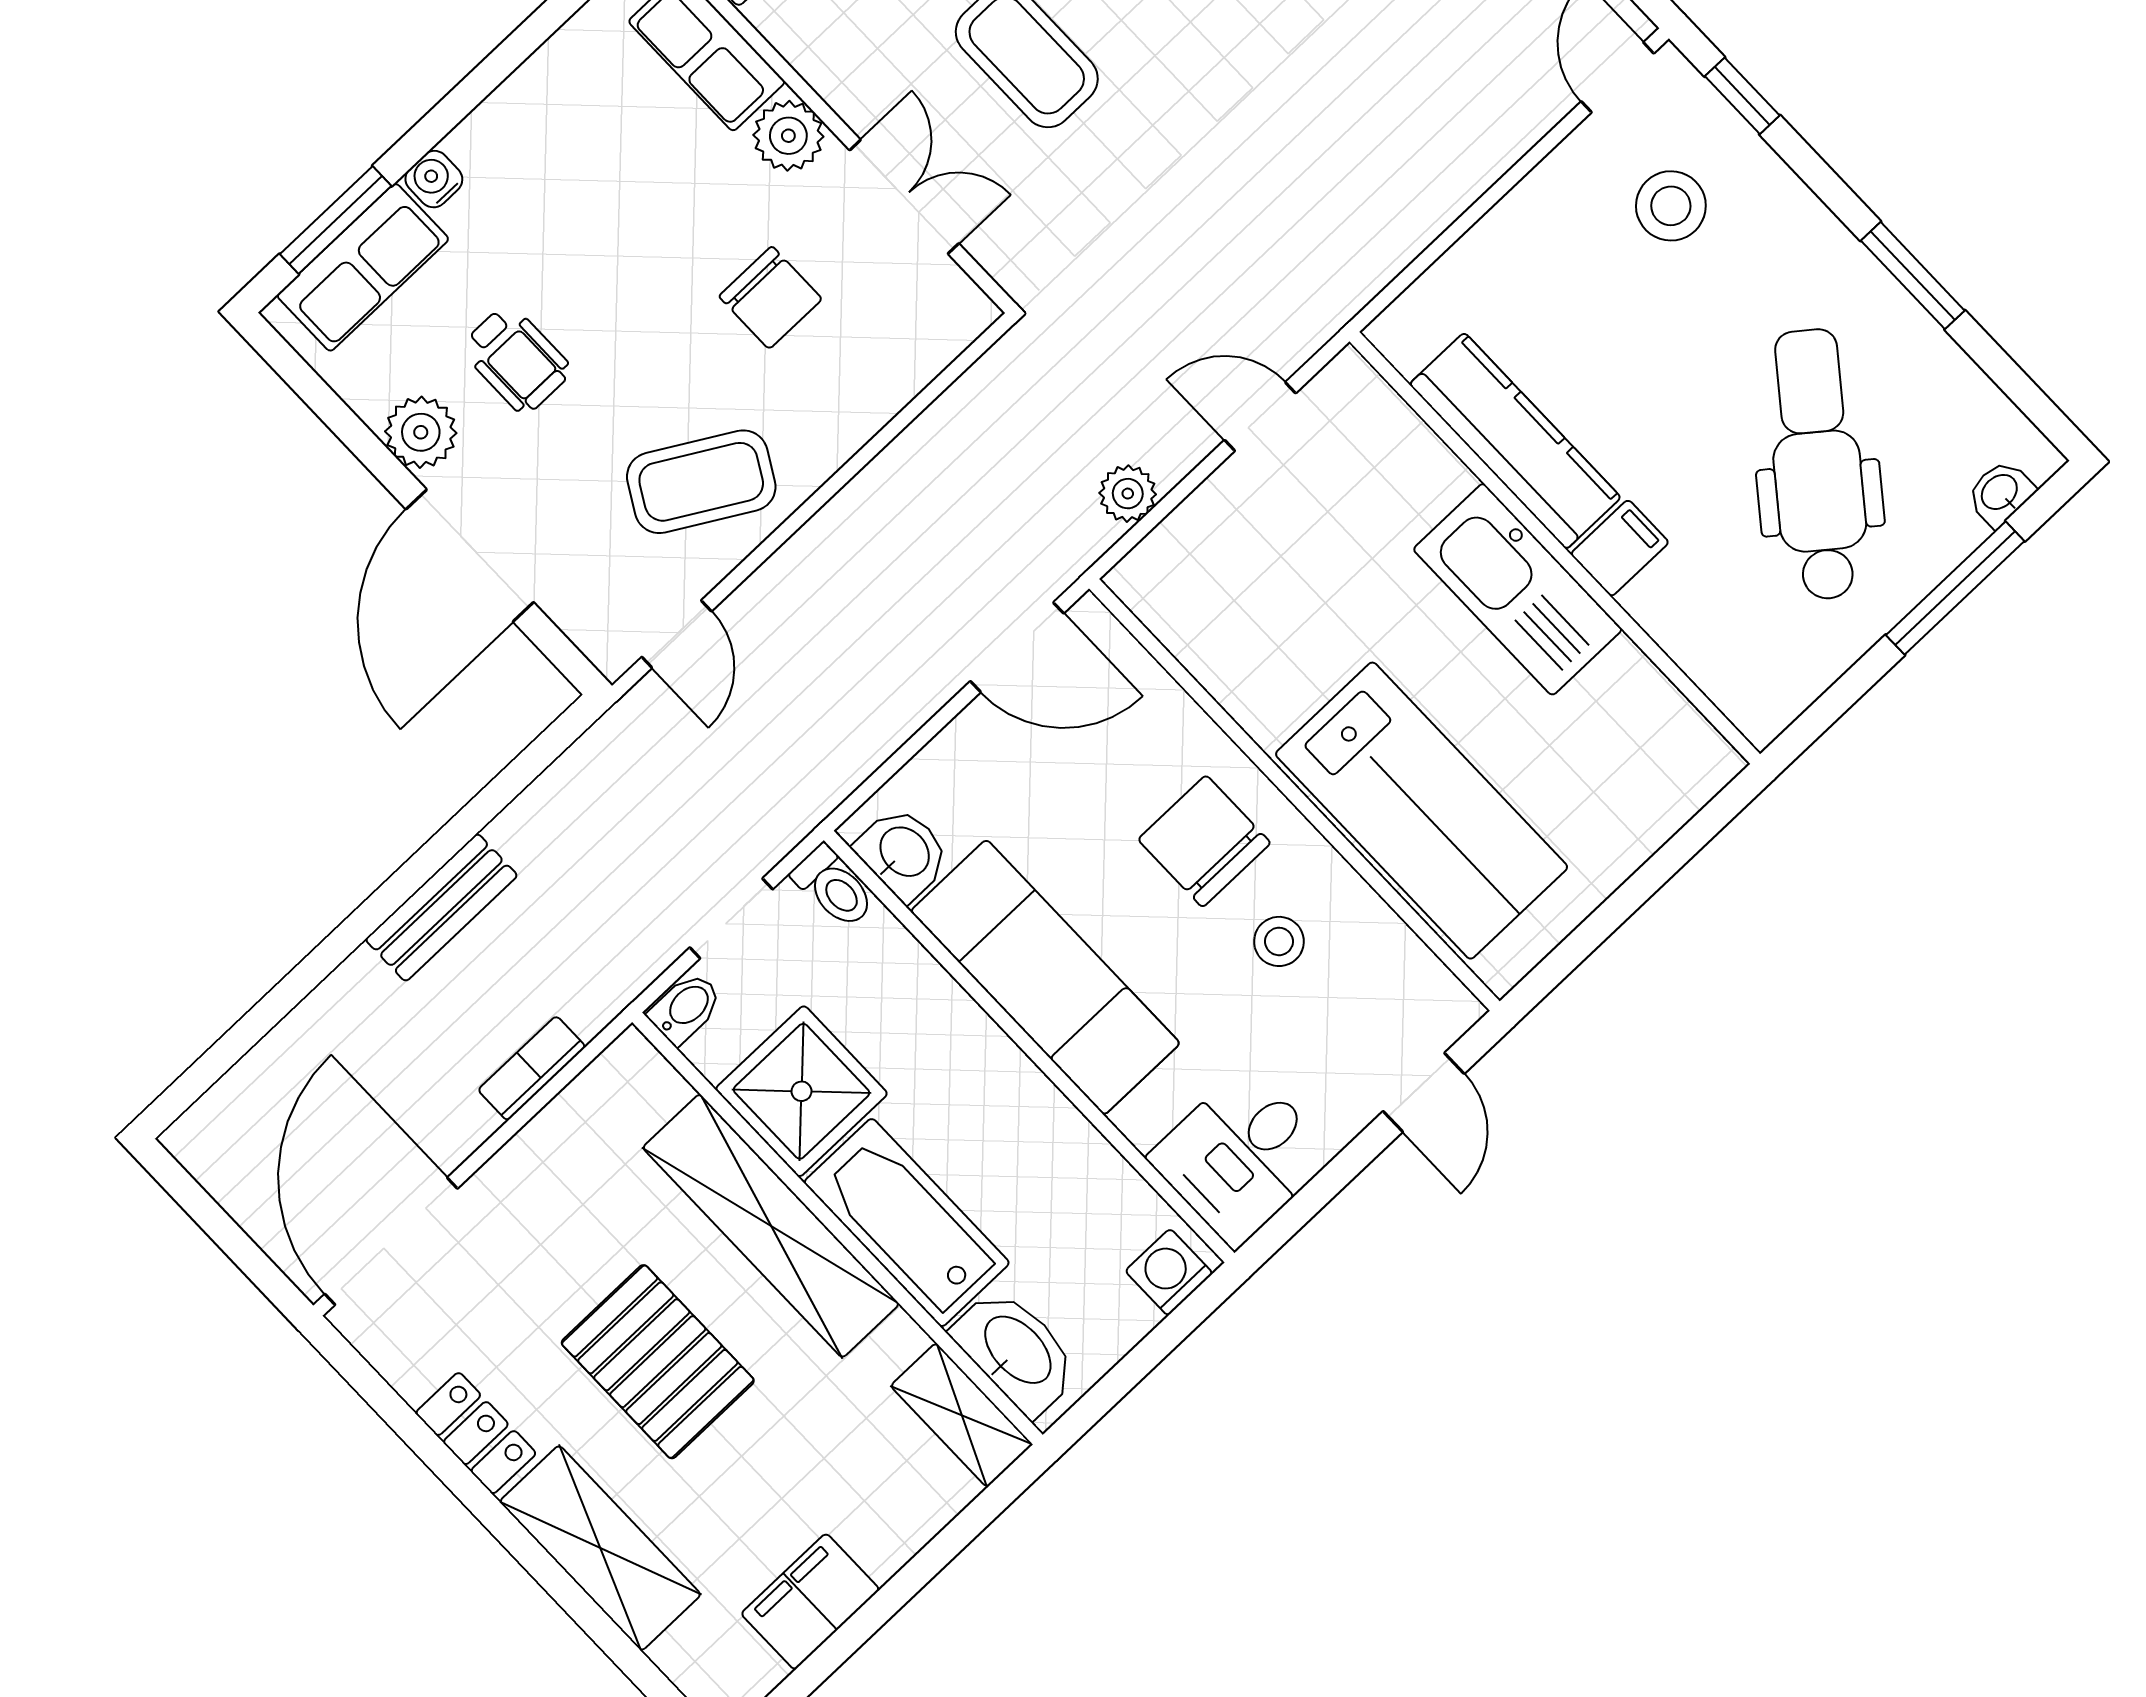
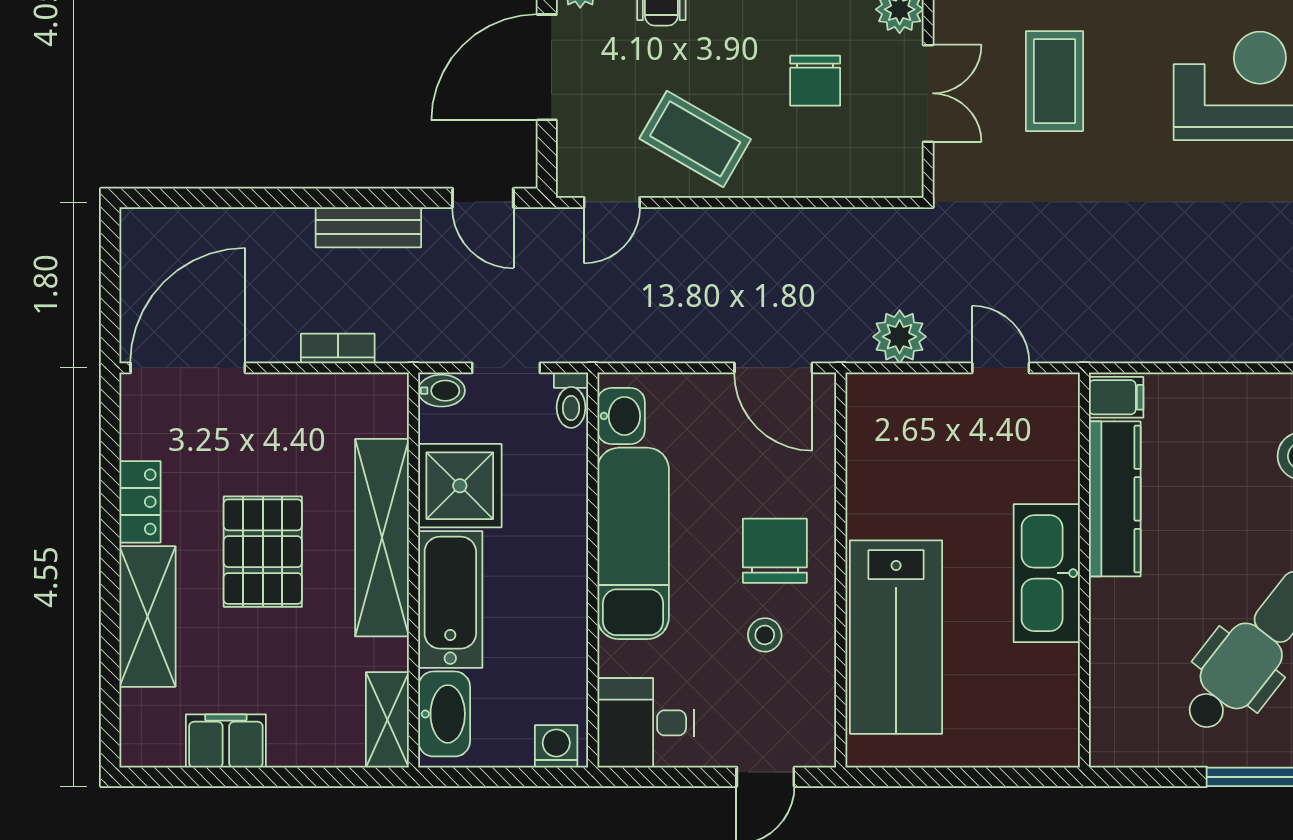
plant: (1128, 494) -> (900, 337), width x1.38, depth x1.38
filing cabinet: (1620, 548) -> (1116, 397), moved
door: (534, 760) -> (483, 198), added

